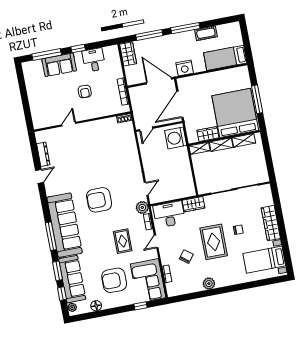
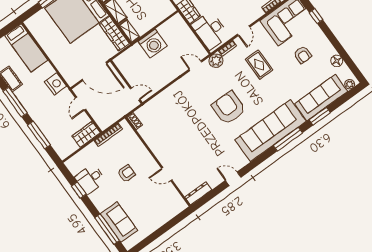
window: (78, 49) -> (79, 190), moved
wardrobe: (128, 54) -> (86, 134), moved
sofa: (59, 65) -> (119, 222), moved
door: (159, 81) -> (81, 104), width x0.53
wardrobe: (208, 134) -> (114, 34), width x1.50
washing machine: (176, 138) -> (153, 44), moved
dresser: (43, 154) -> (198, 193), moved
armchair: (99, 200) -> (229, 108), turned 180
rug: (123, 241) -> (259, 65), turned 90
door: (156, 242) -> (244, 31), hinge flipped
armchair: (114, 280) -> (303, 55), width x0.53, depth x0.53
window: (62, 294) -> (341, 101), removed

